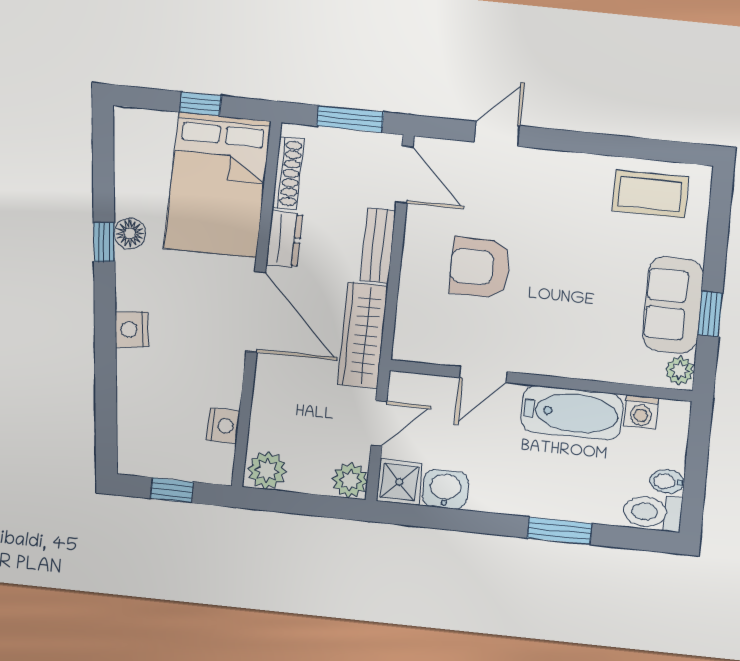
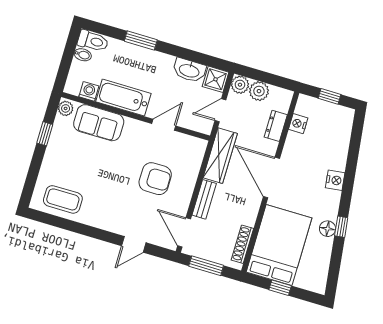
dresser: (284, 239) -> (276, 126), moved
sofa: (673, 305) -> (99, 123), moved, turned 90
plant: (267, 470) -> (259, 91), moved
washbasin: (445, 489) -> (189, 70), width x1.38

